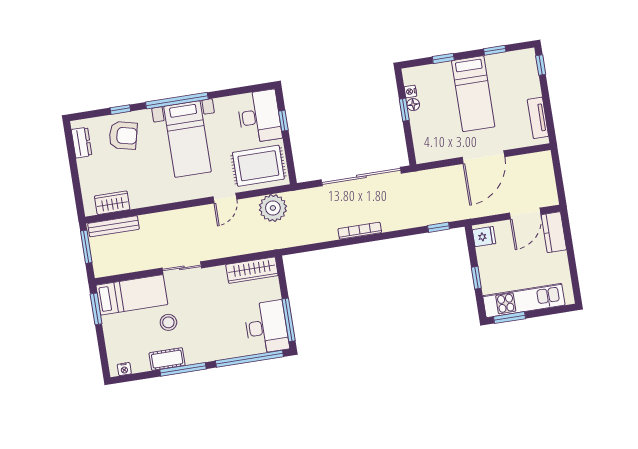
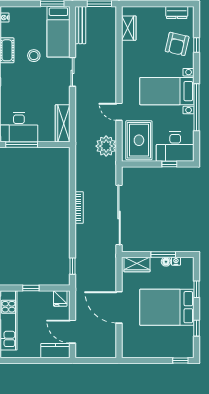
bed: (473, 94) -> (167, 307), width x1.50
window: (177, 101) -> (197, 107), moved
window: (404, 110) -> (163, 254), width x1.50
tv unit: (538, 118) -> (142, 352), removed
wardrobe: (423, 142) -> (137, 265), added
bench: (113, 226) -> (80, 25), moved

